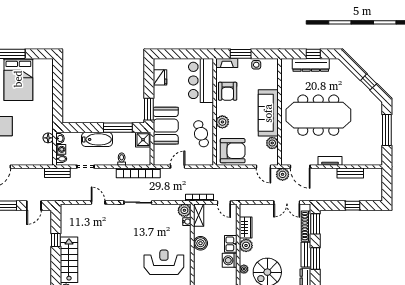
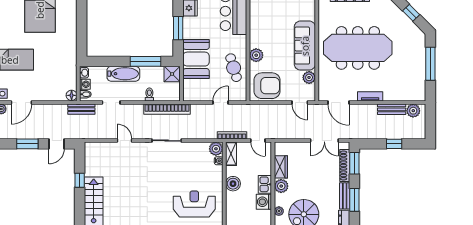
armchair: (228, 91) -> (262, 23), removed
window: (149, 109) -> (178, 28), moved
floor lamp: (48, 138) -> (72, 95), moved
door: (178, 167) -> (221, 103), moved
plant: (283, 174) -> (413, 111), moved

